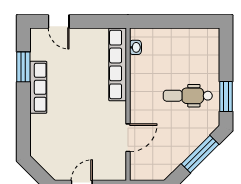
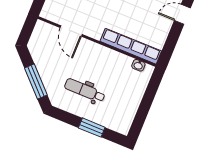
dental chair: (188, 96) -> (85, 90), turned -90
window: (226, 97) -> (92, 128), moved

